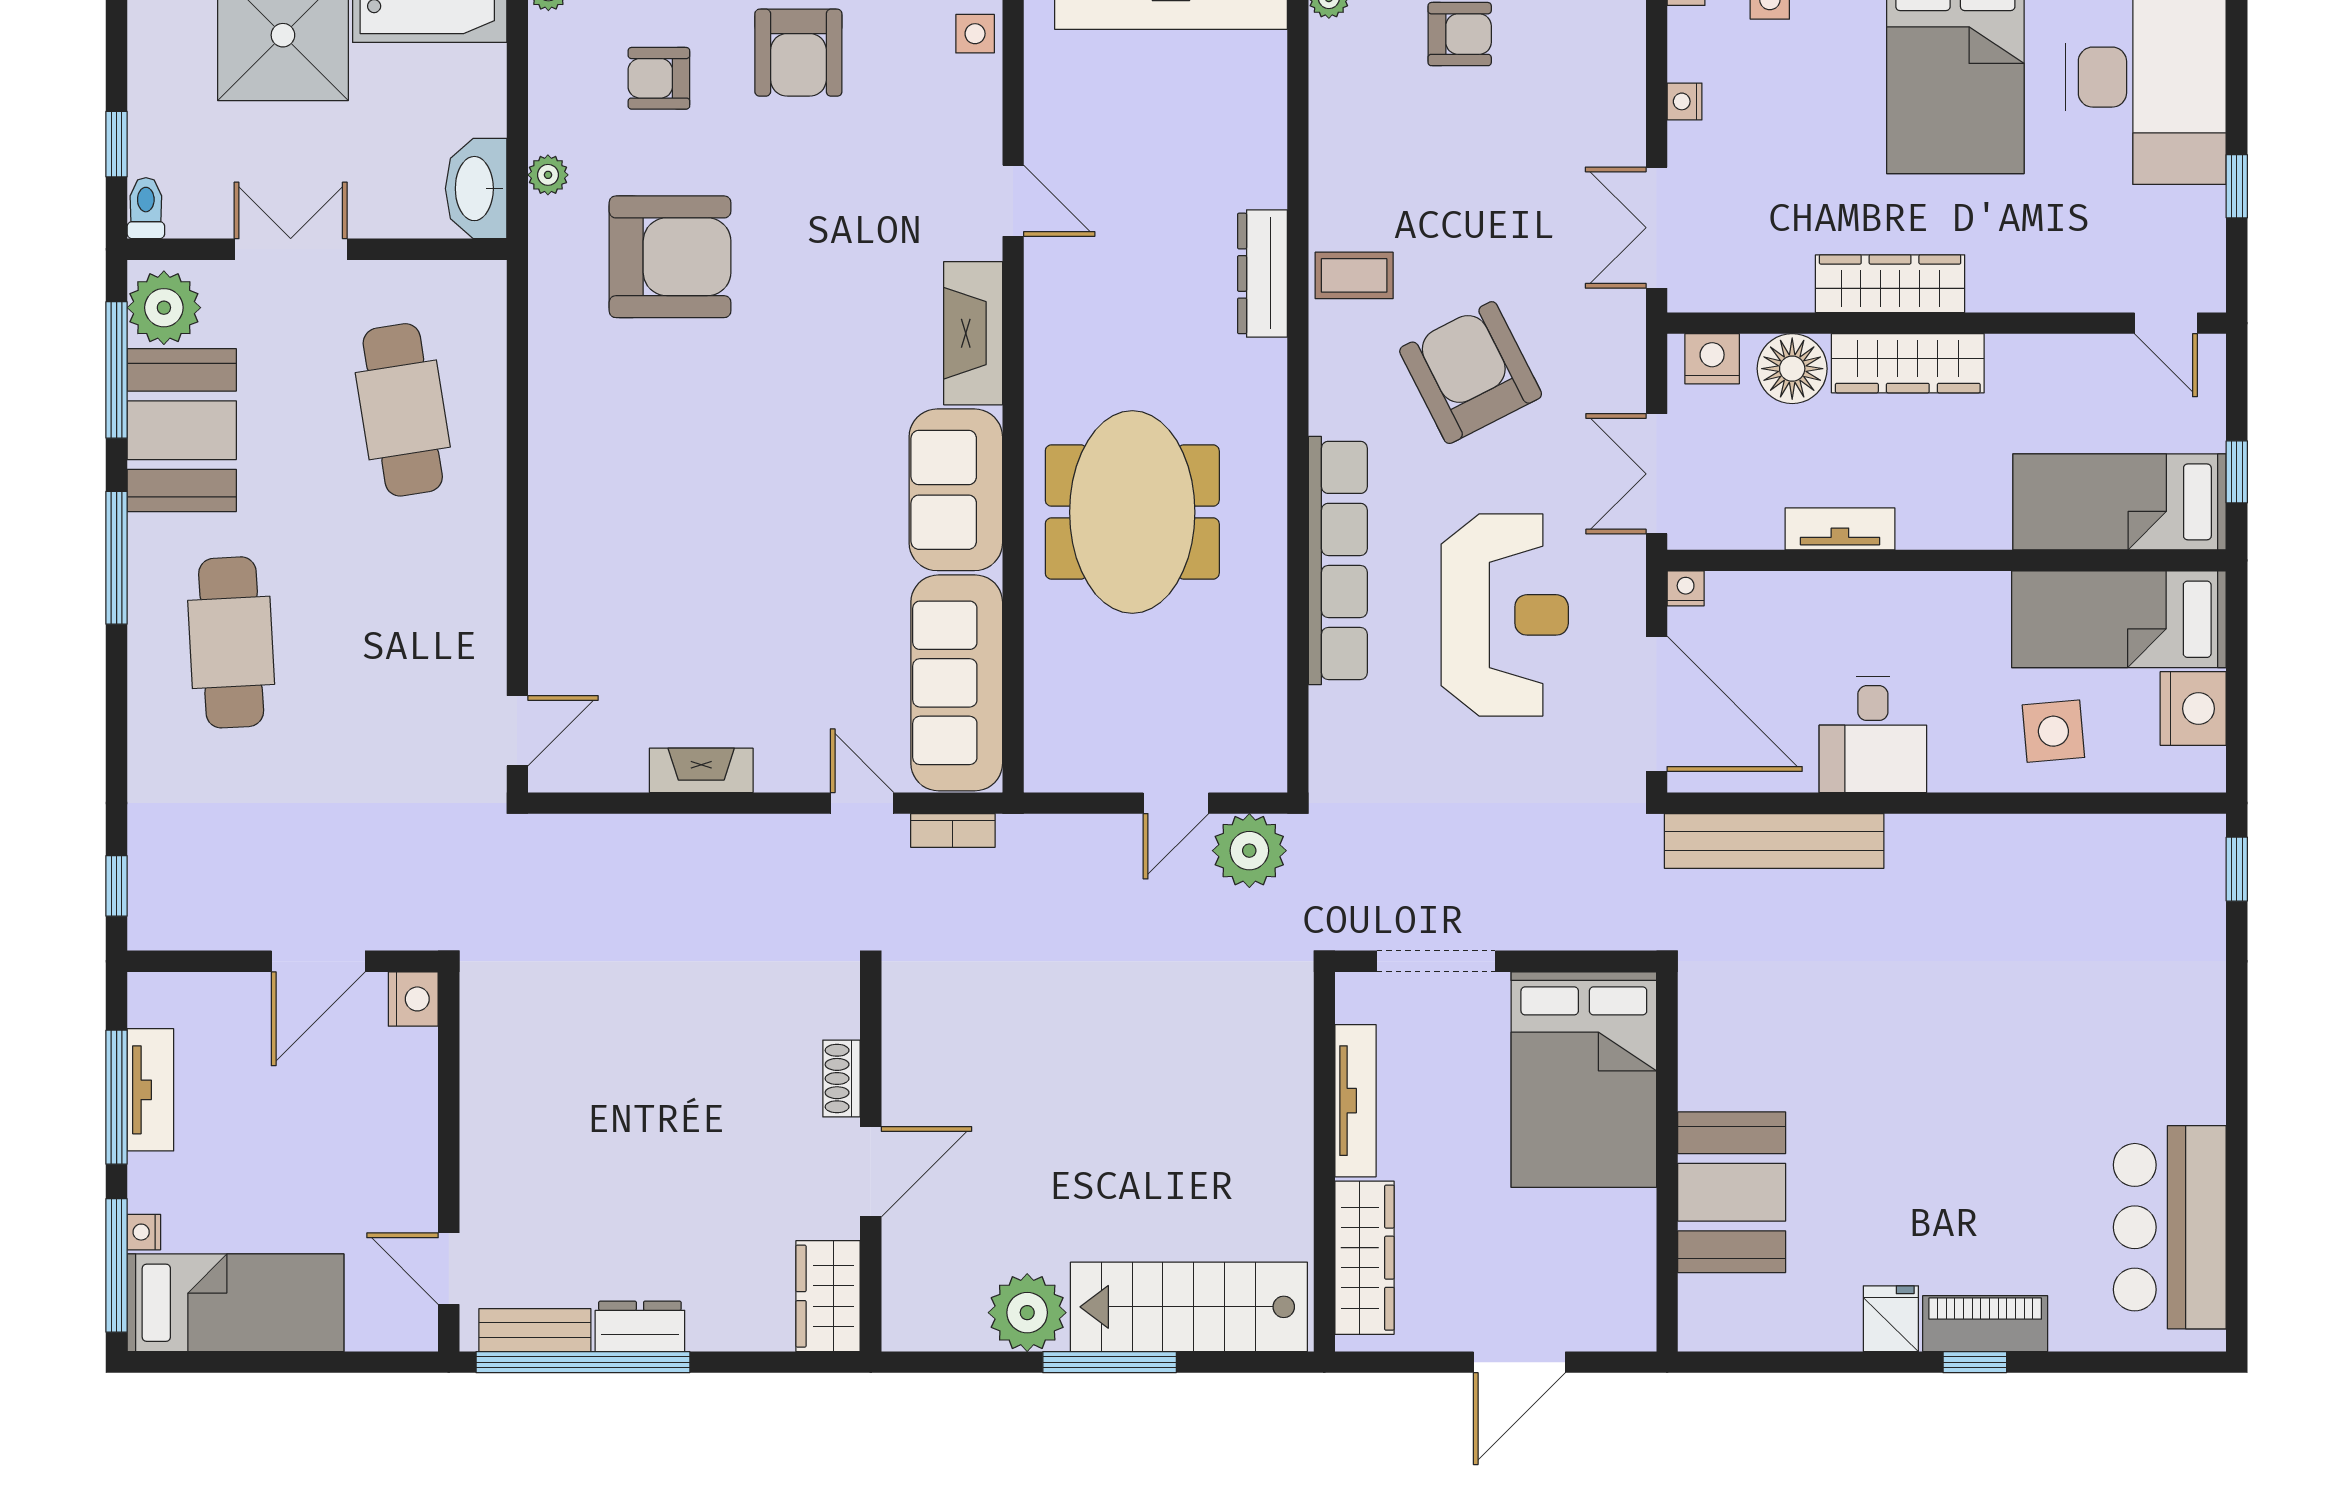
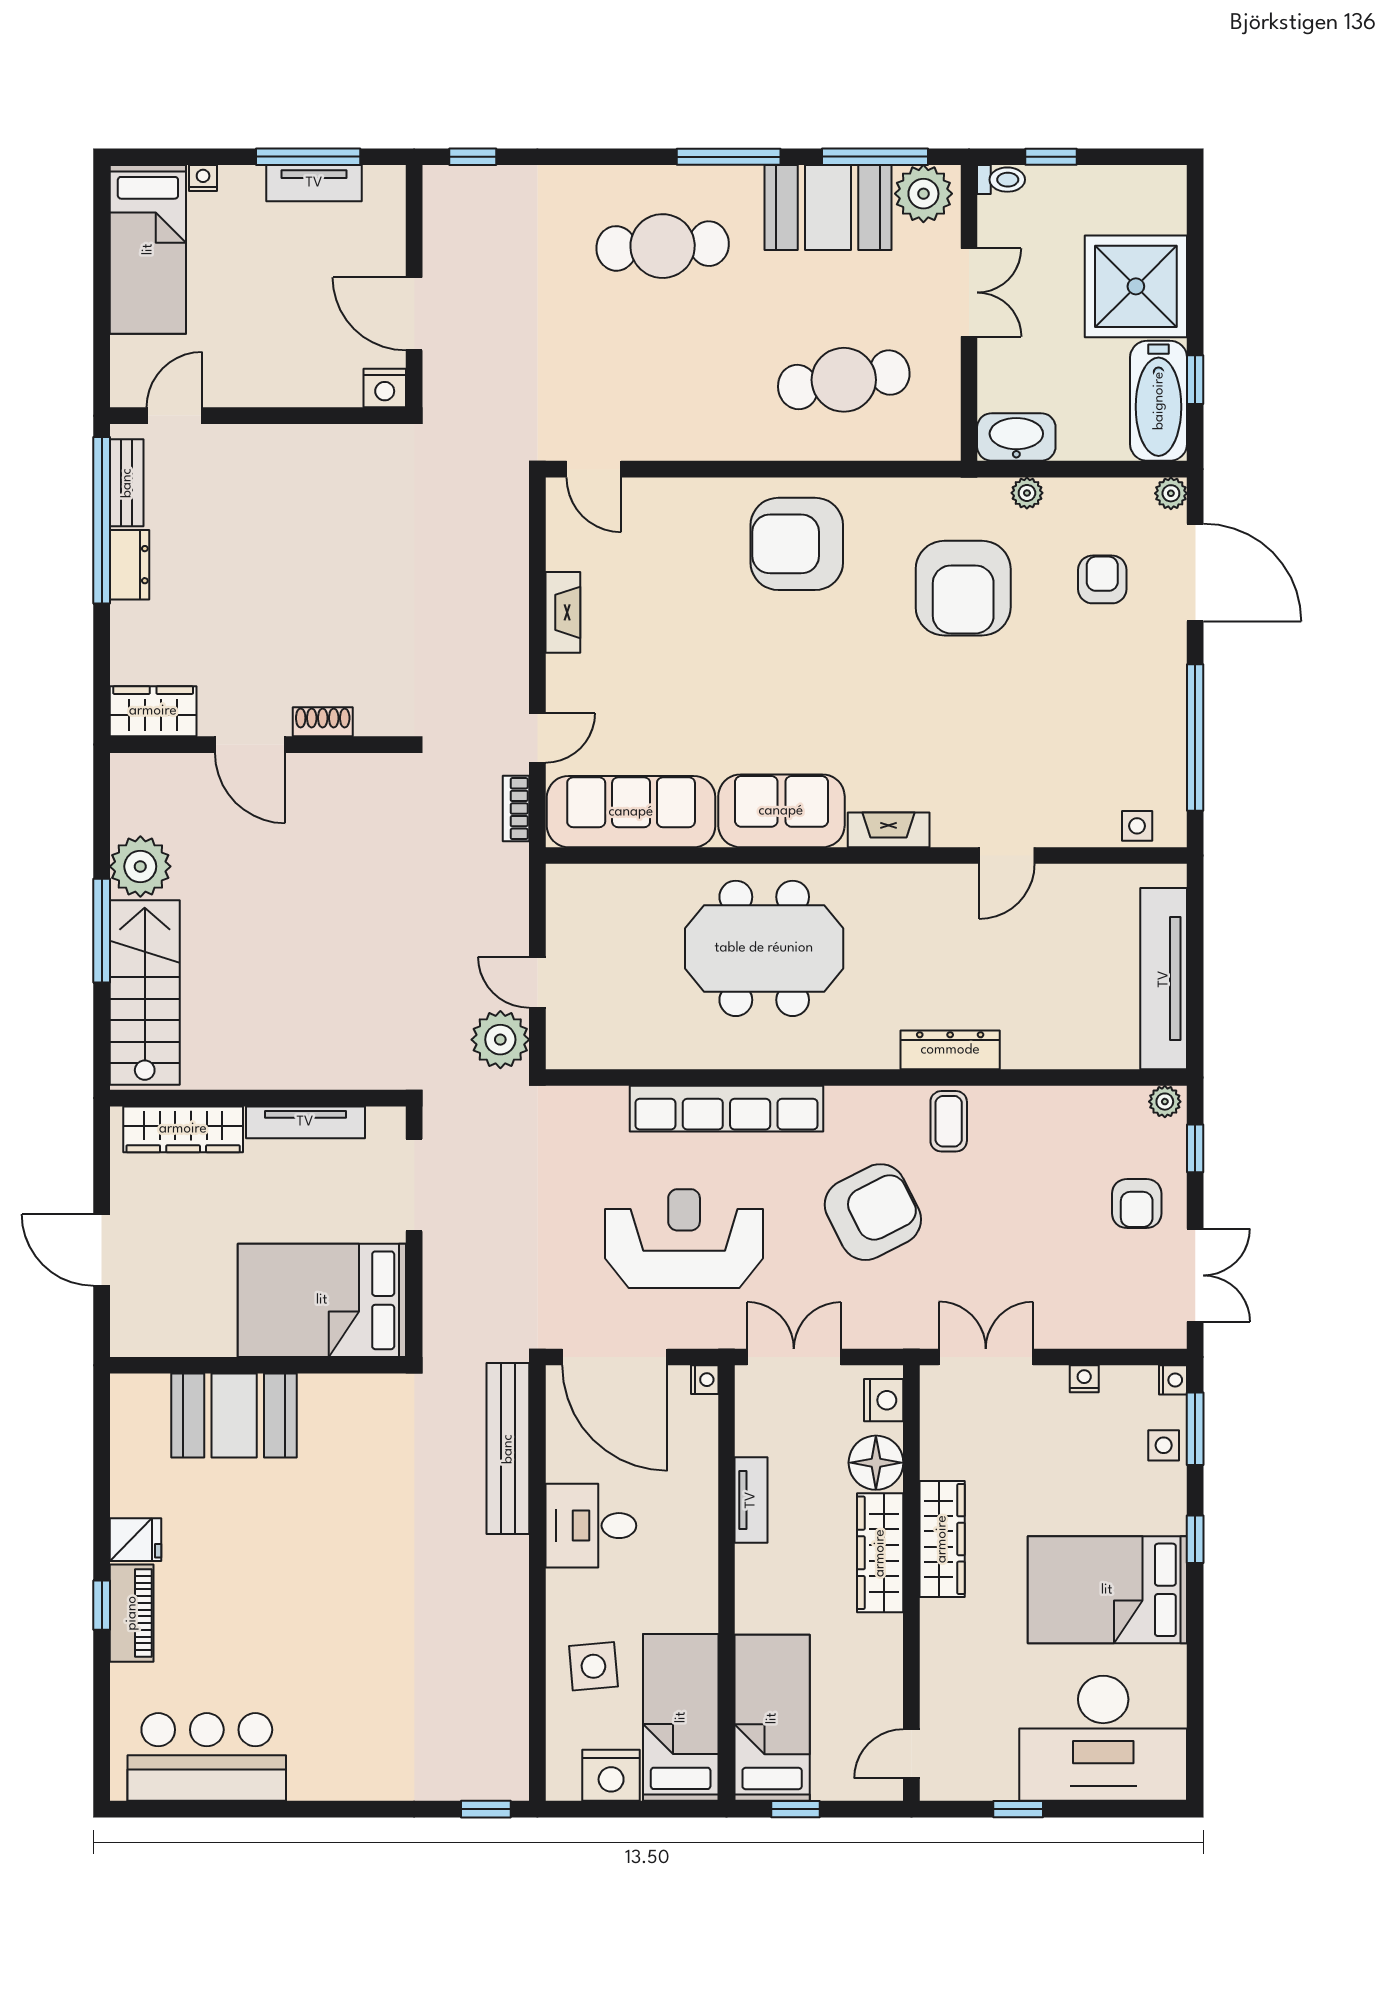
armchair: (798, 53) -> (797, 544), moved, width x1.36, depth x1.36
fireplace: (973, 333) -> (889, 830), width x0.73, depth x0.76
reception desk: (1505, 615) -> (684, 1239), turned 180
door: (1657, 704) -> (615, 1357), hinge flipped
window: (117, 1265) -> (177, 157), removed

